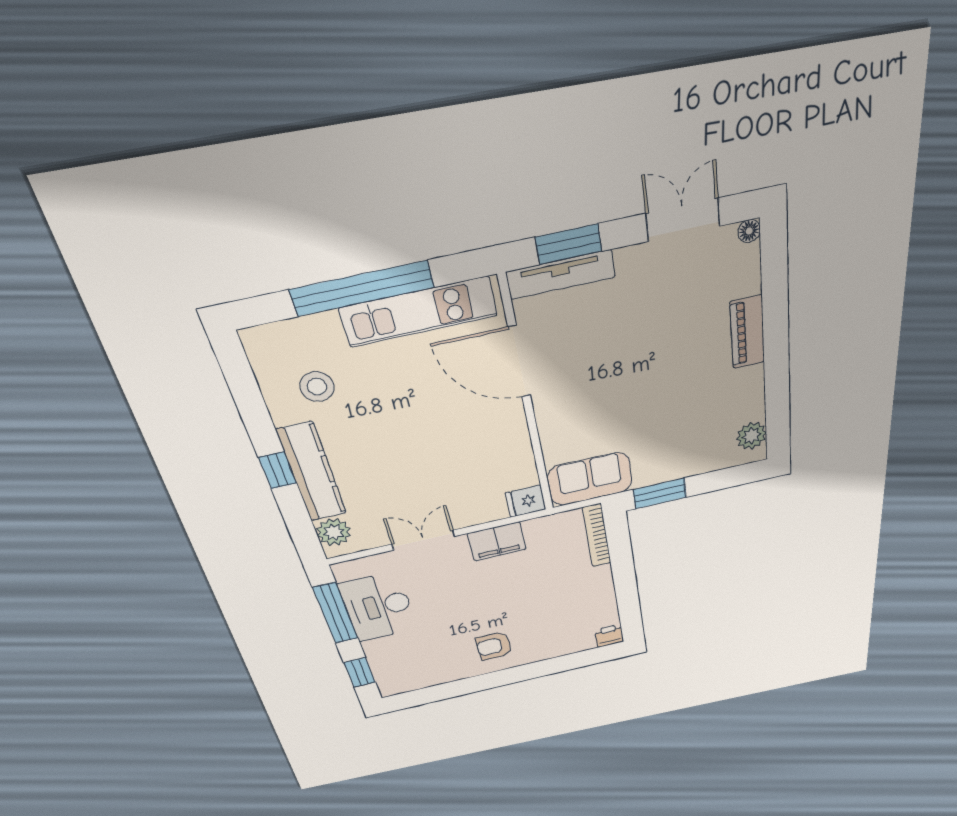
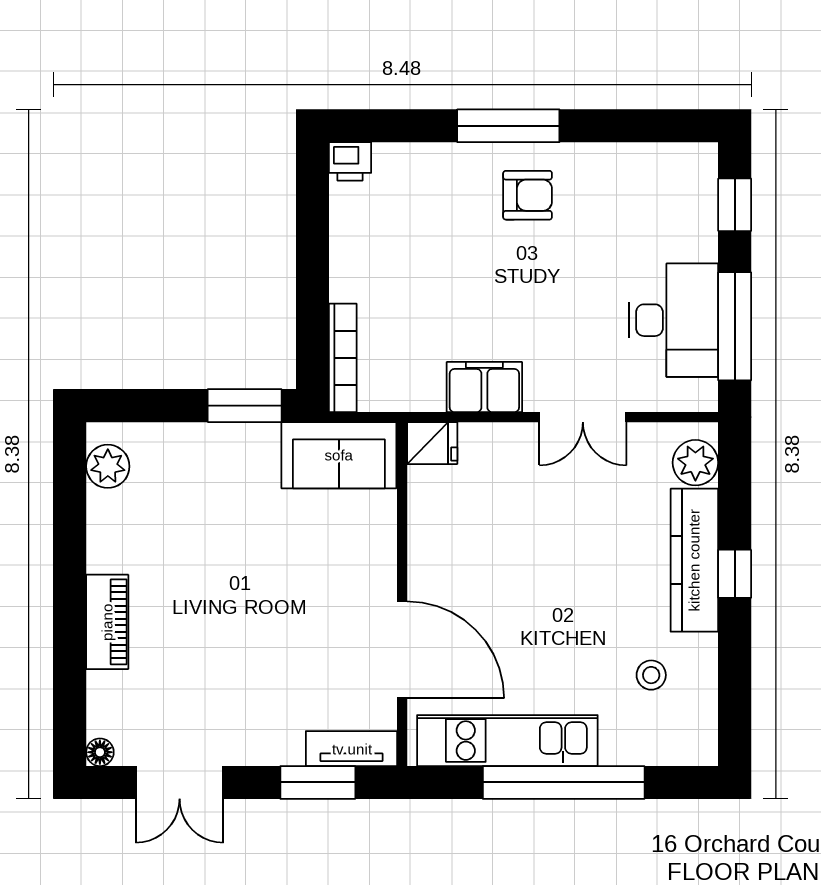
tv unit: (561, 275) -> (352, 749), width x0.71
stool: (317, 387) -> (651, 675), width x0.73, depth x0.73
window: (515, 675) -> (508, 126), added

